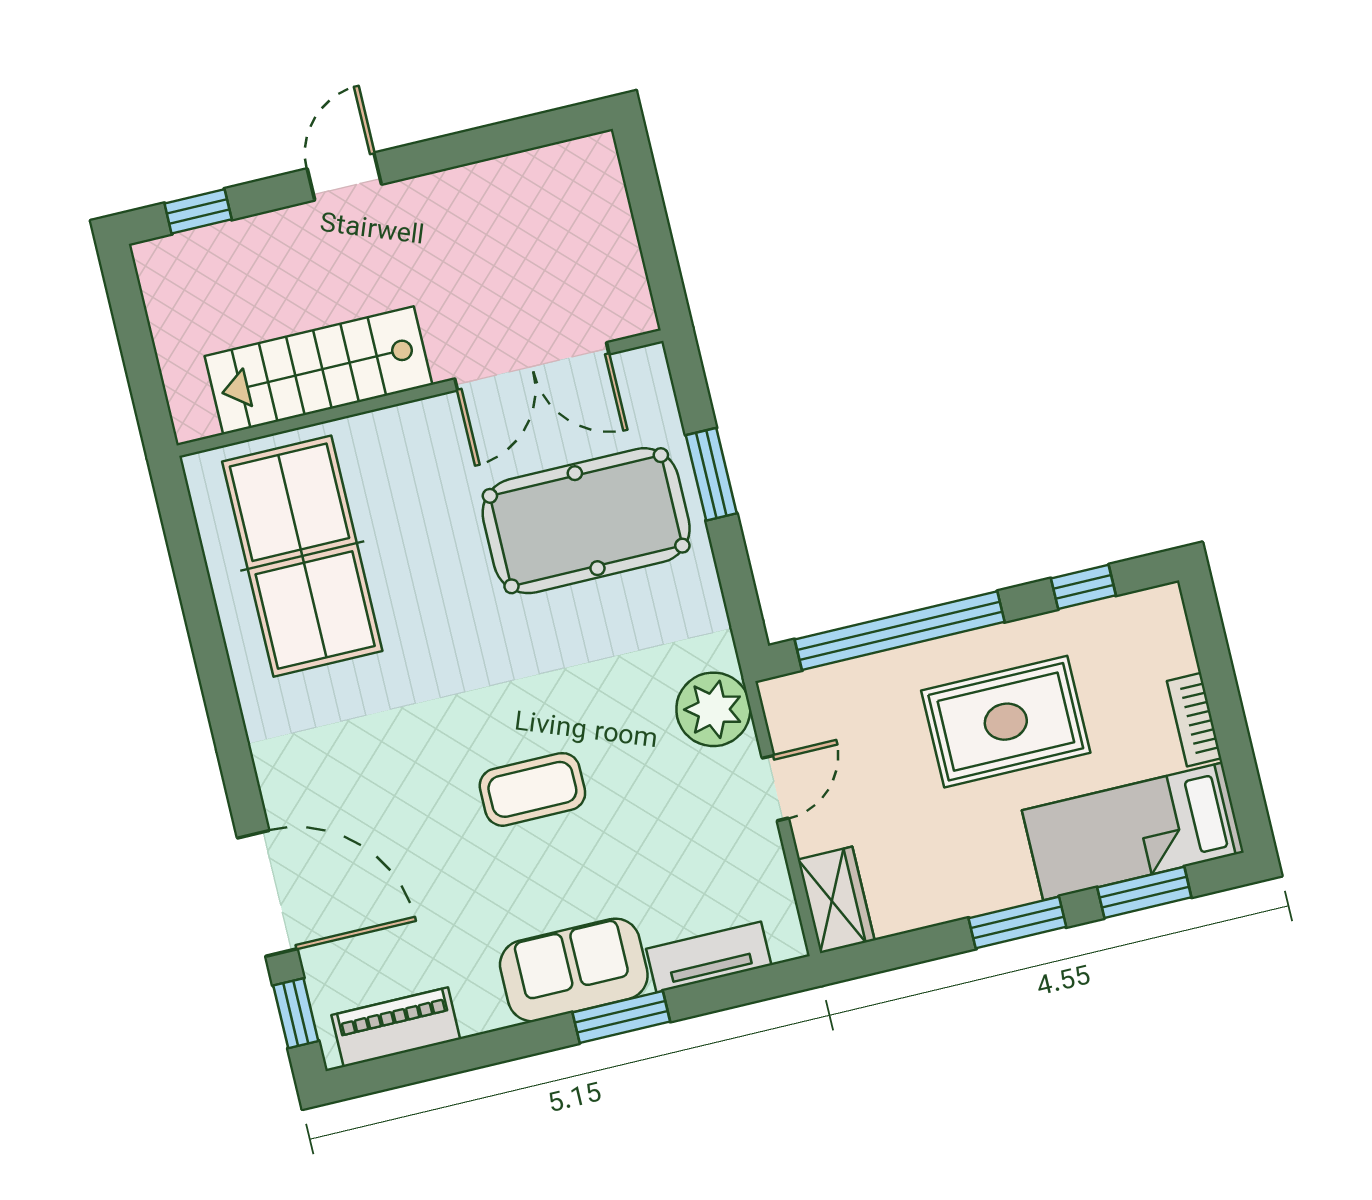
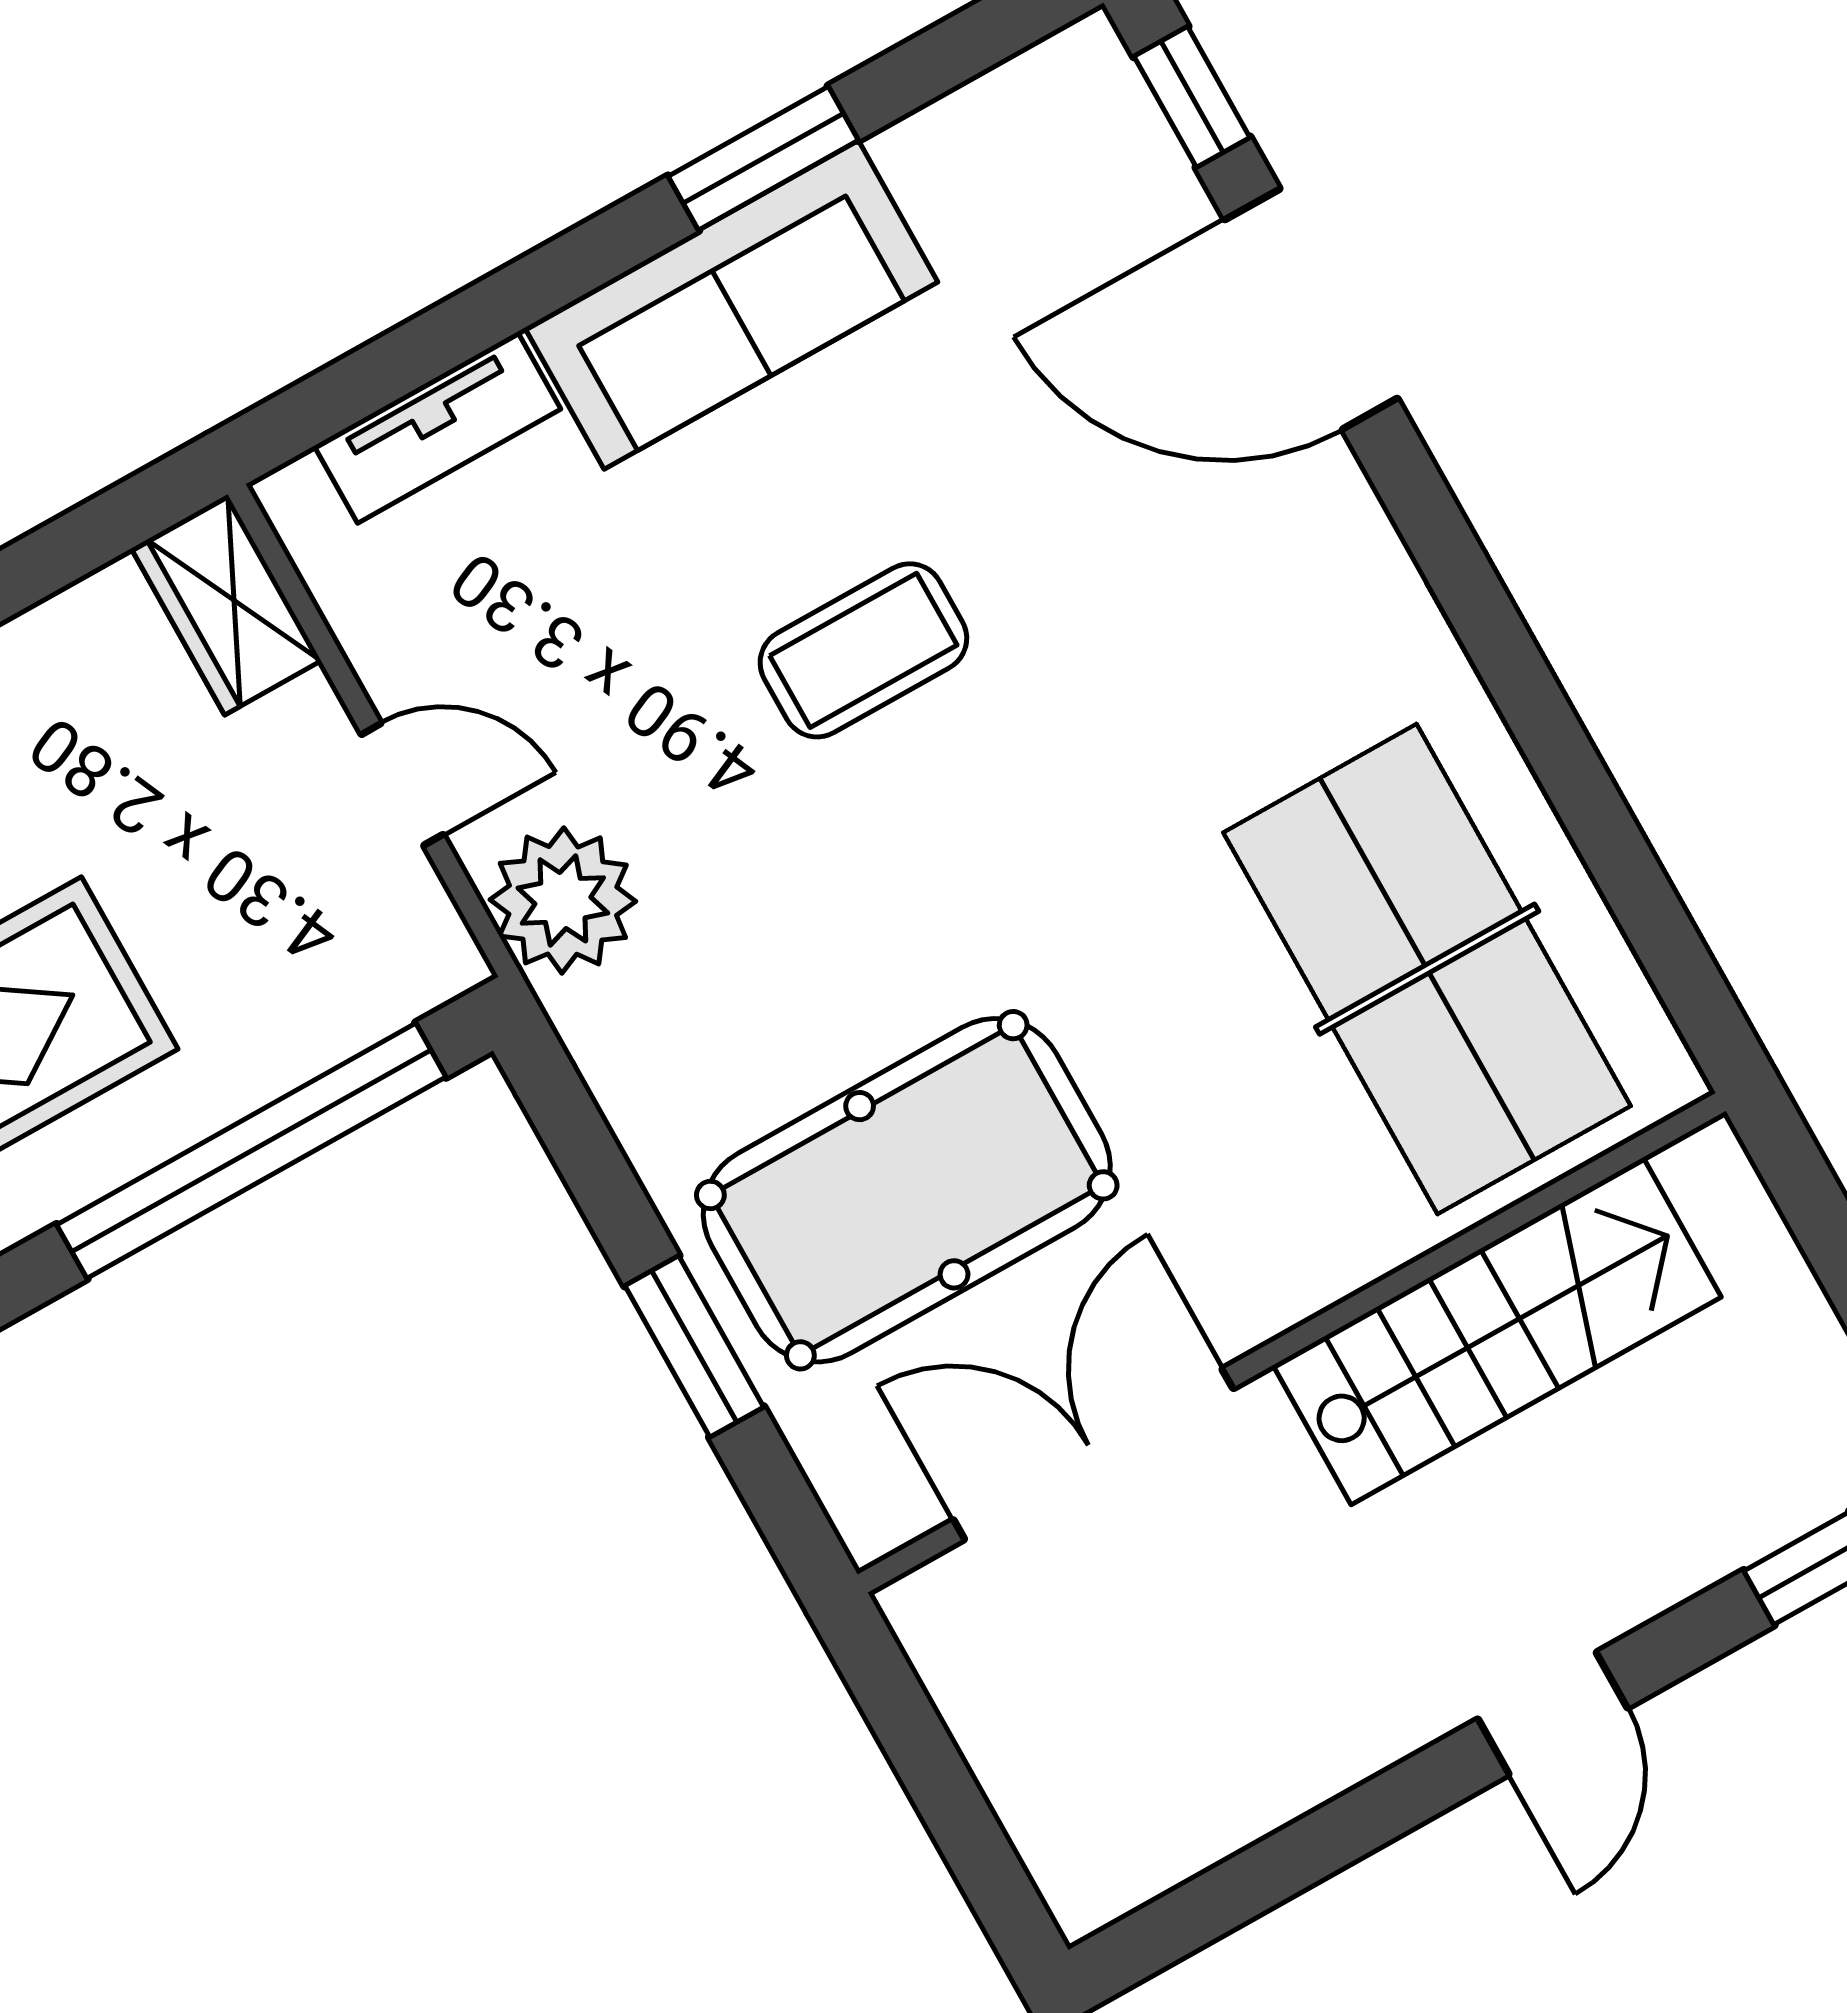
door: (775, 788) -> (402, 784), swing flipped
sofa: (574, 970) -> (731, 305), width x1.36
window: (621, 1017) -> (763, 158), moved
piano: (396, 1027) -> (994, 124), removed

